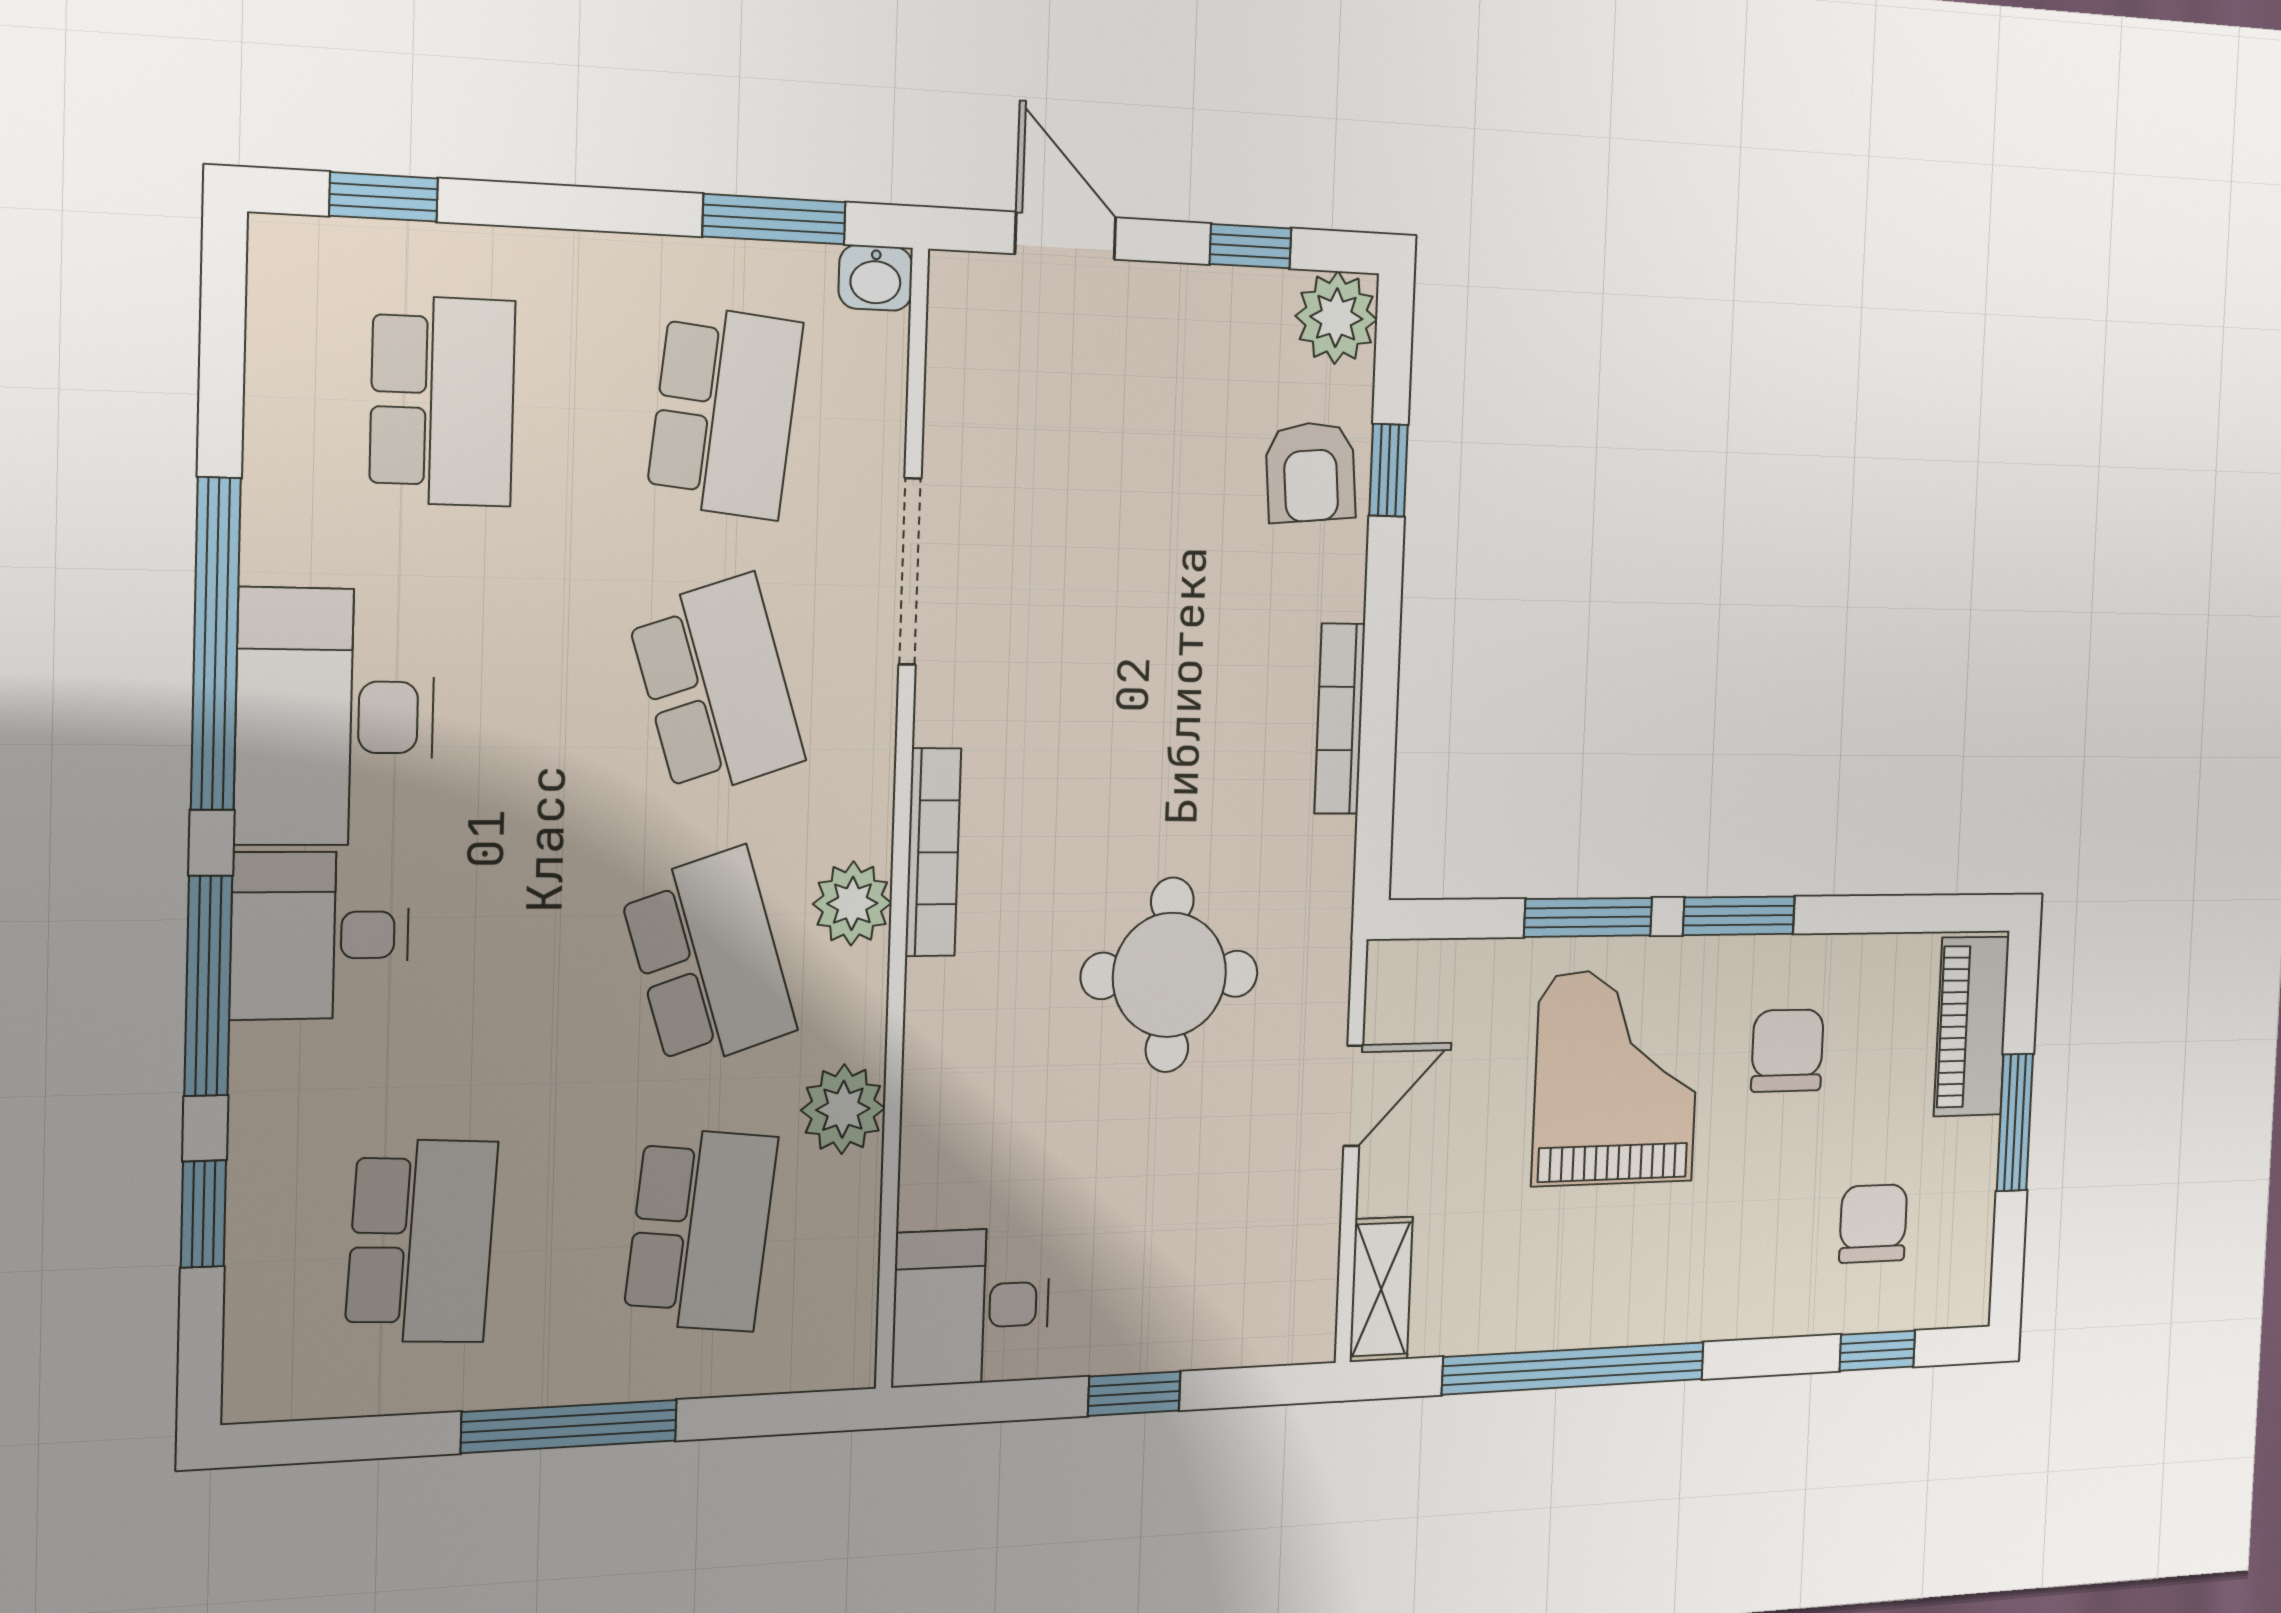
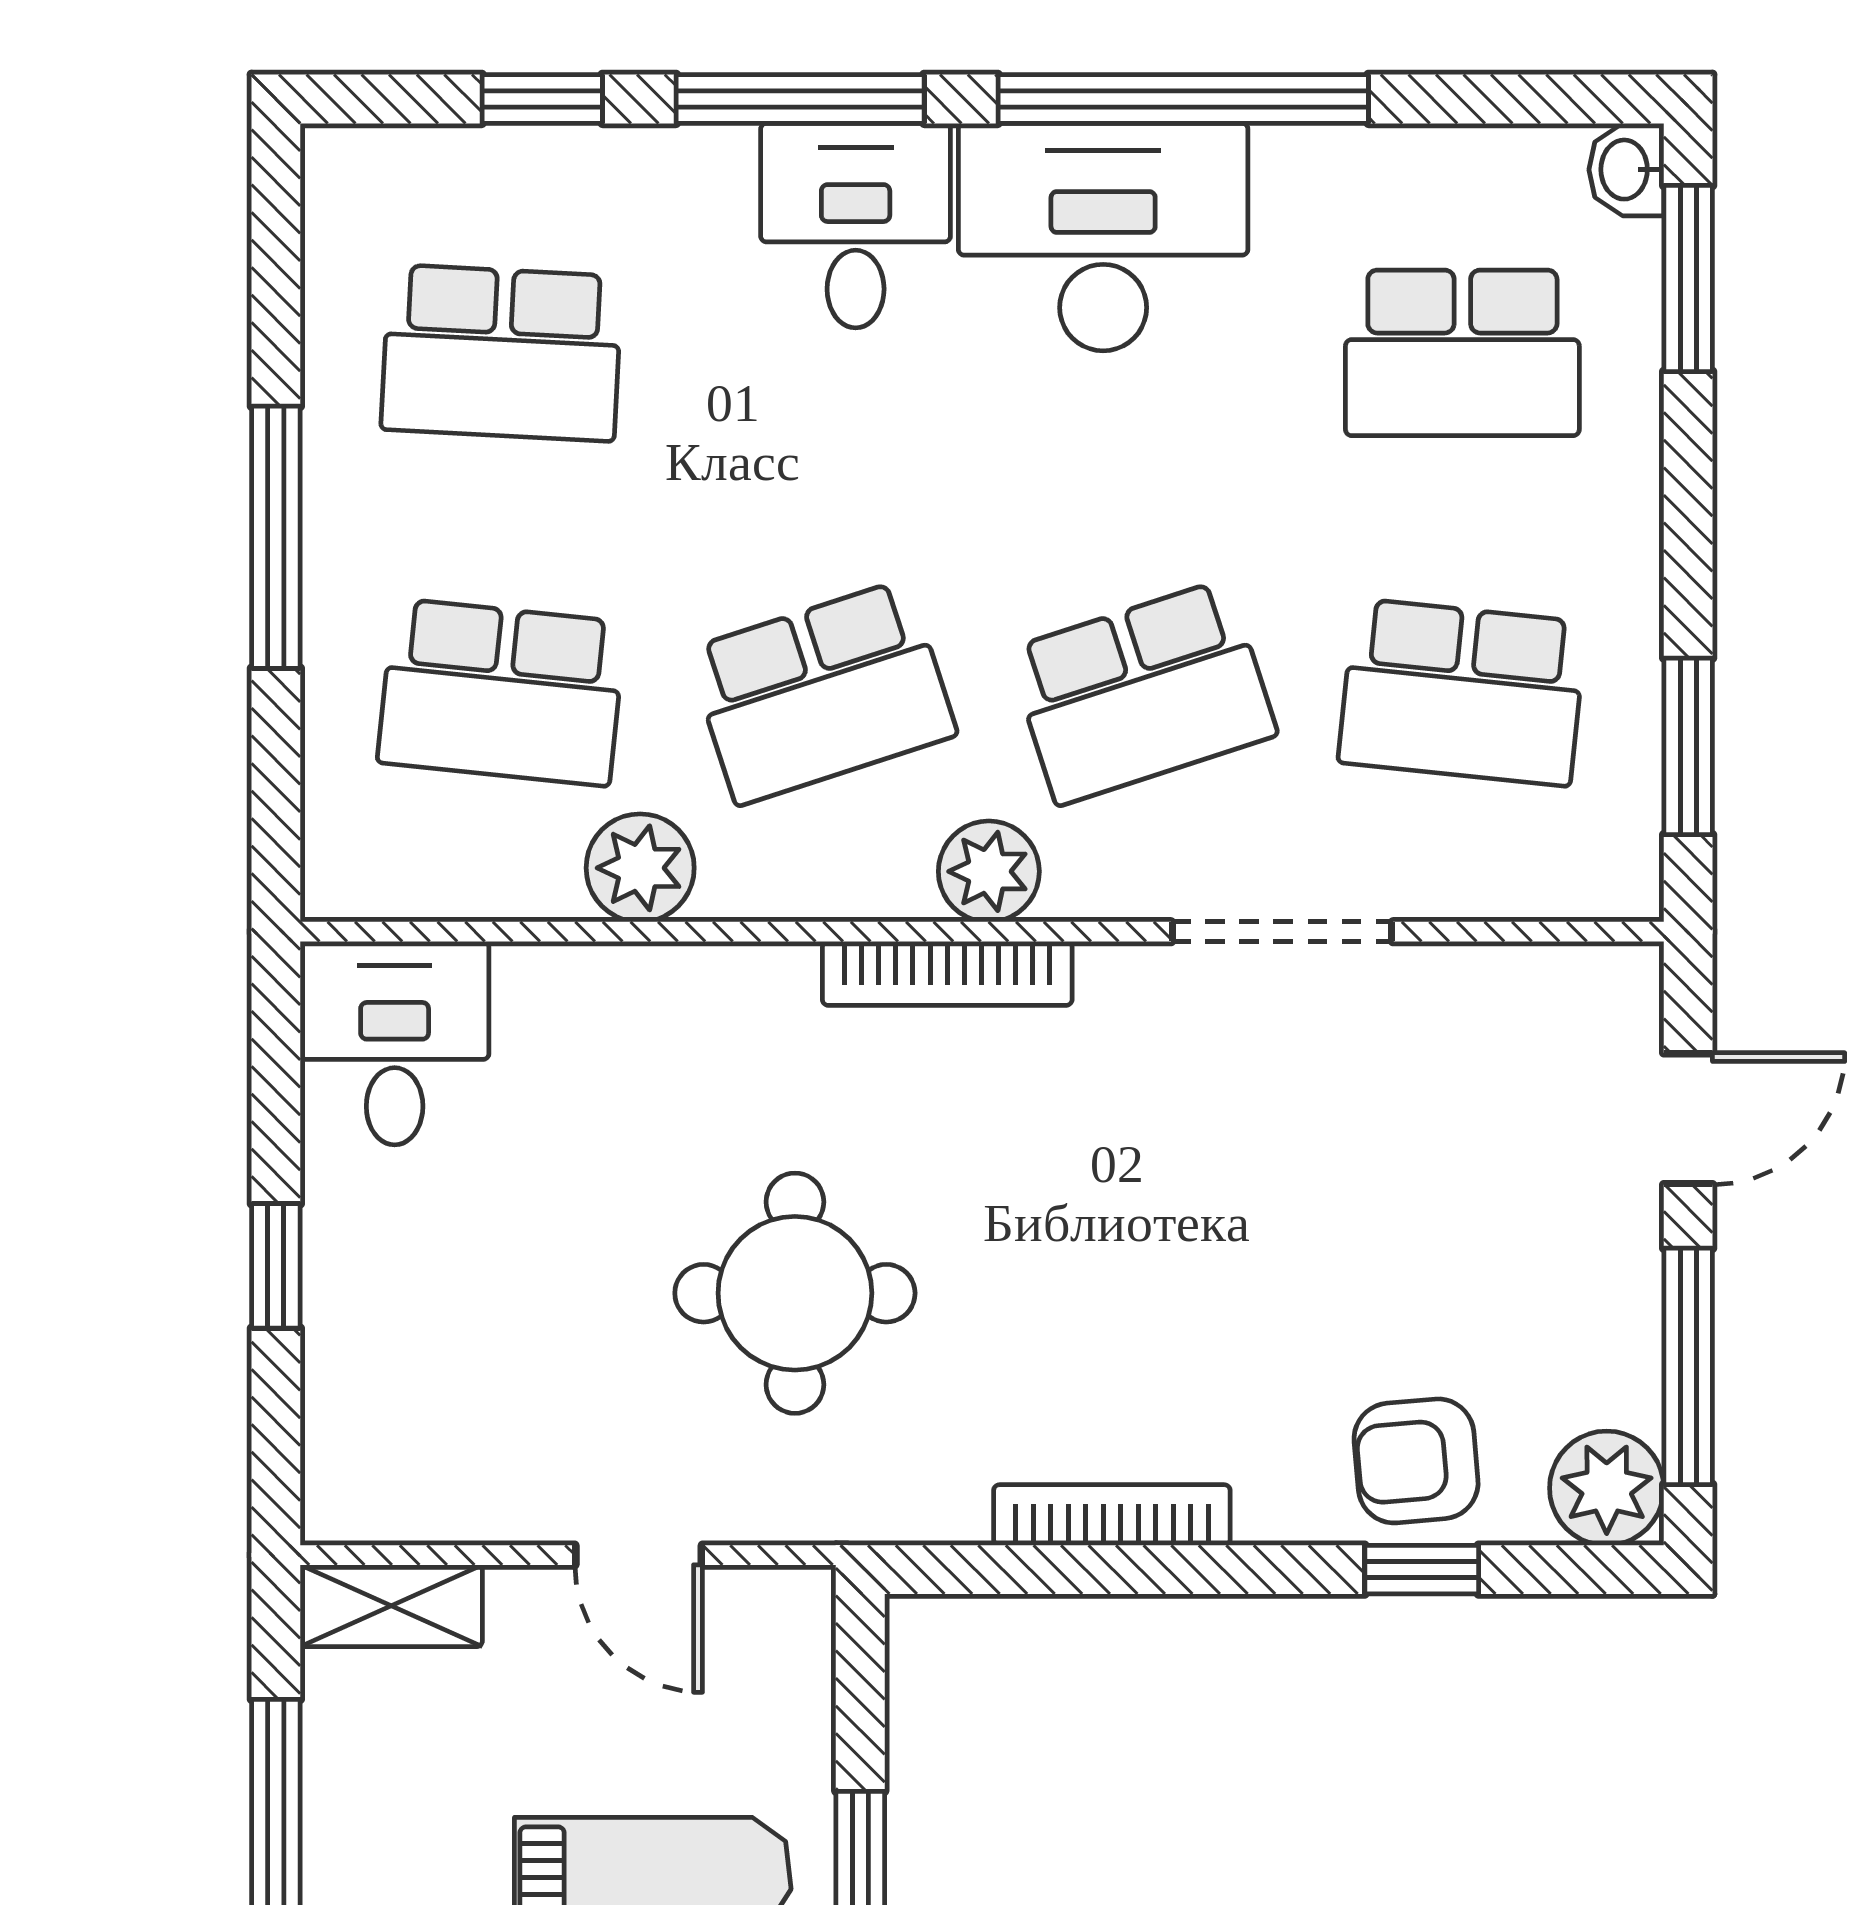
window: (384, 197) -> (1688, 279), width x1.50
window: (1250, 246) -> (1688, 1366), width x2.17
washbasin: (876, 278) -> (1626, 170), moved
plant: (852, 903) -> (989, 871), moved

